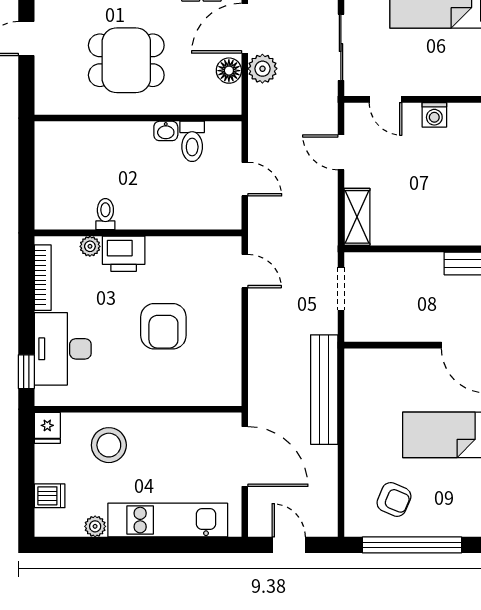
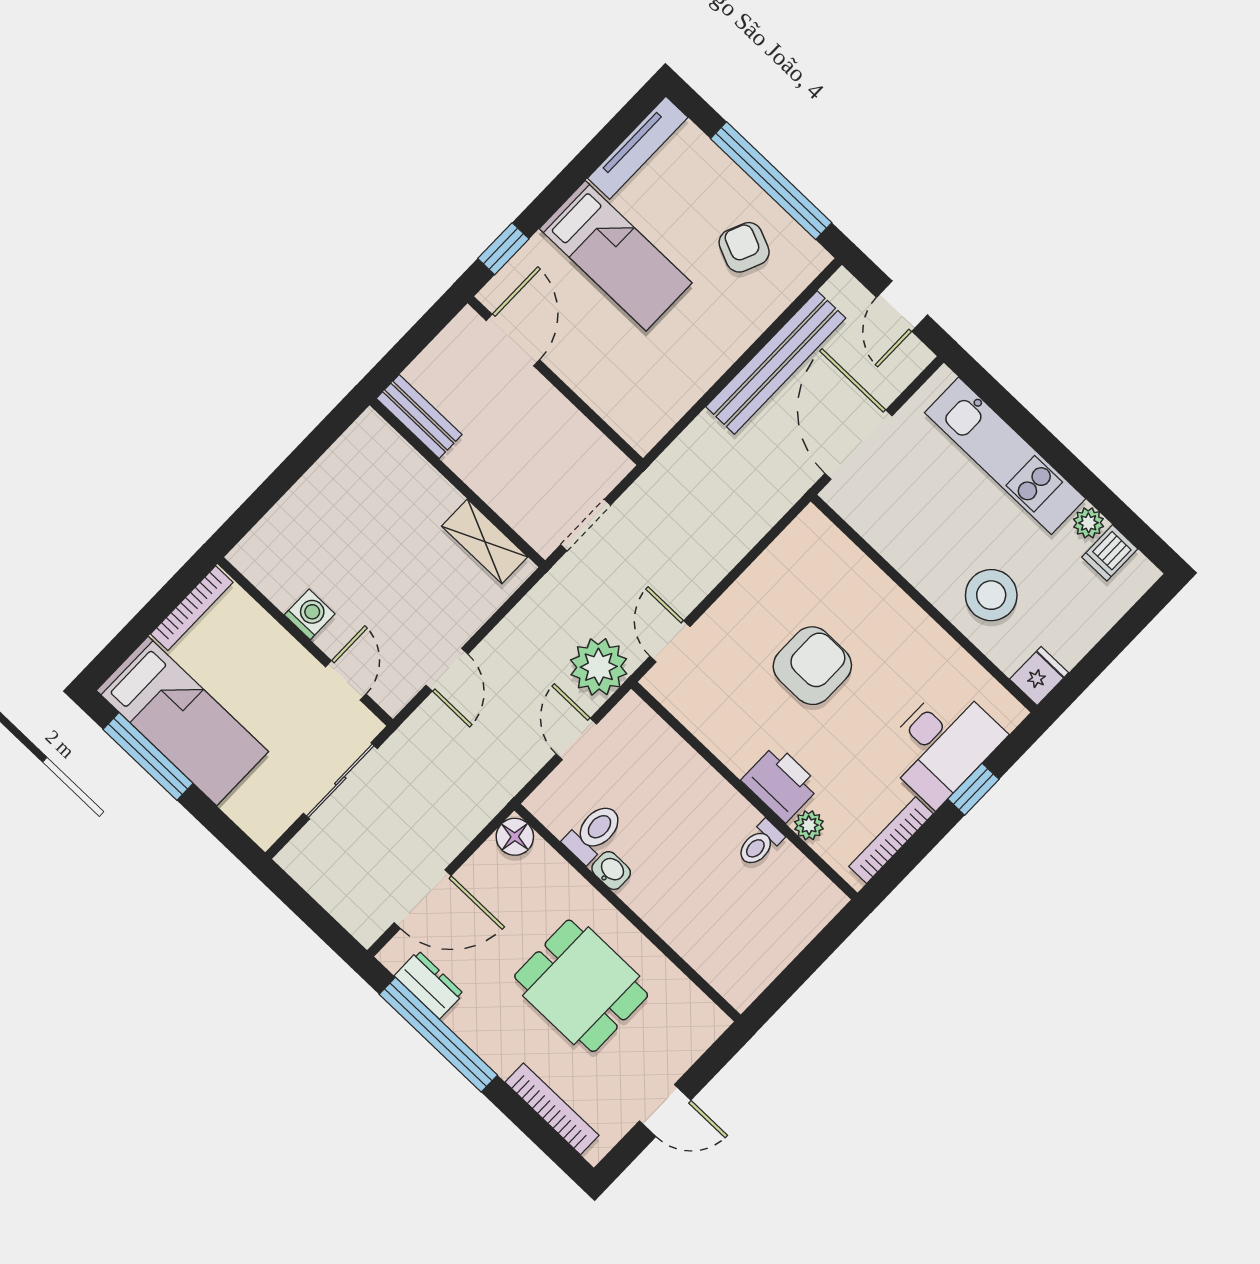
plant: (262, 69) -> (599, 667), moved, width x1.36, depth x1.36
floor lamp: (229, 71) -> (515, 837), moved
shelving: (357, 217) -> (485, 541), moved, turned 90
window: (26, 372) -> (973, 789), moved
bench: (324, 390) -> (776, 362), moved
dishwasher: (50, 496) -> (1110, 553), moved, turned -90

